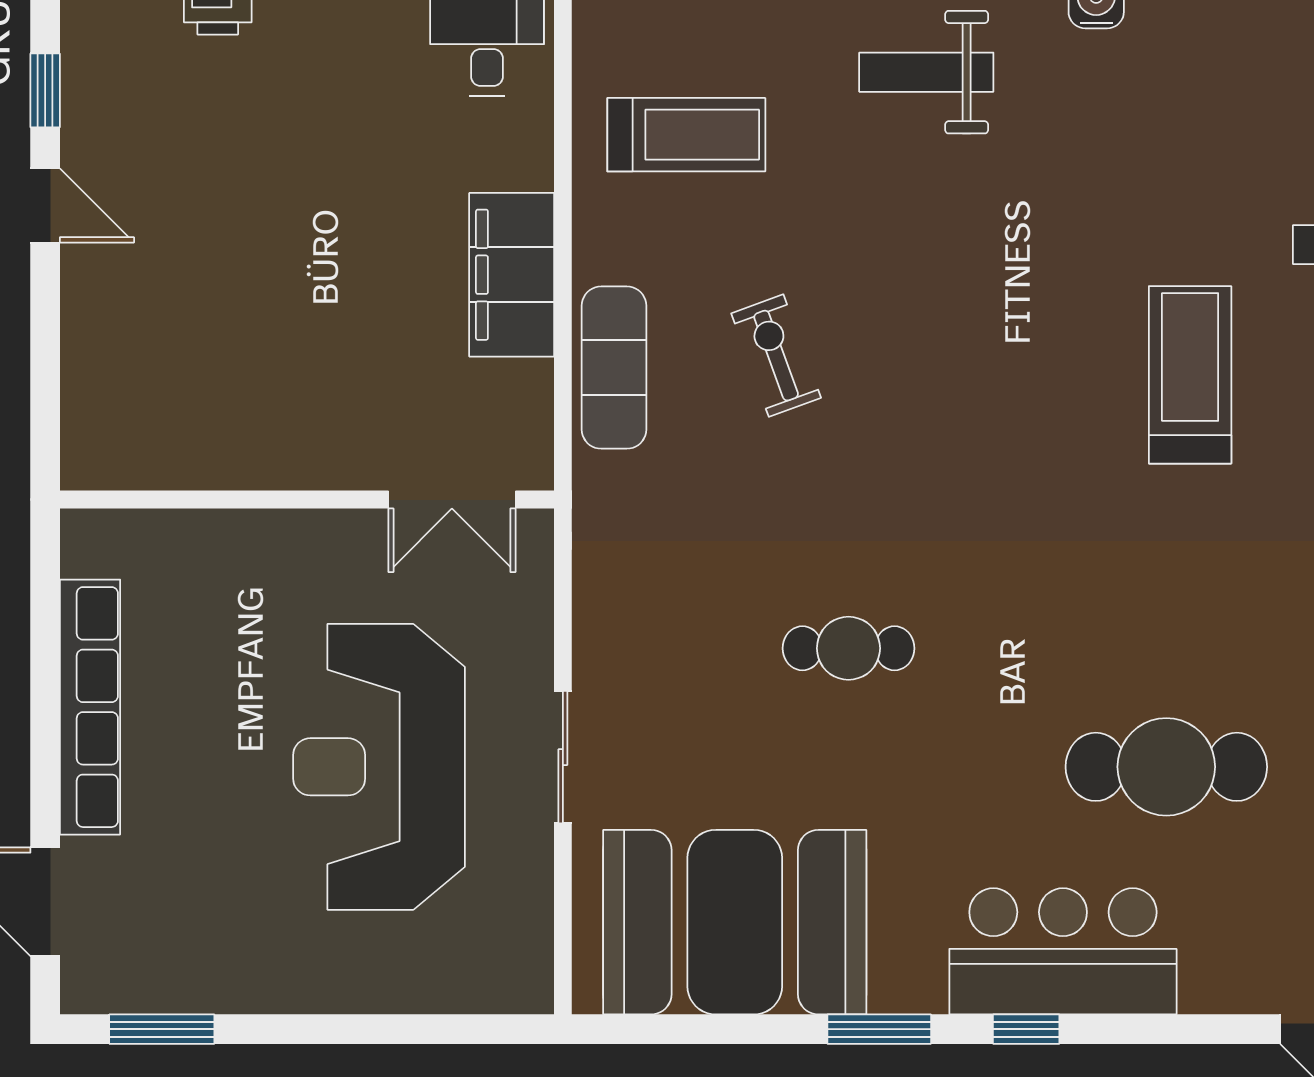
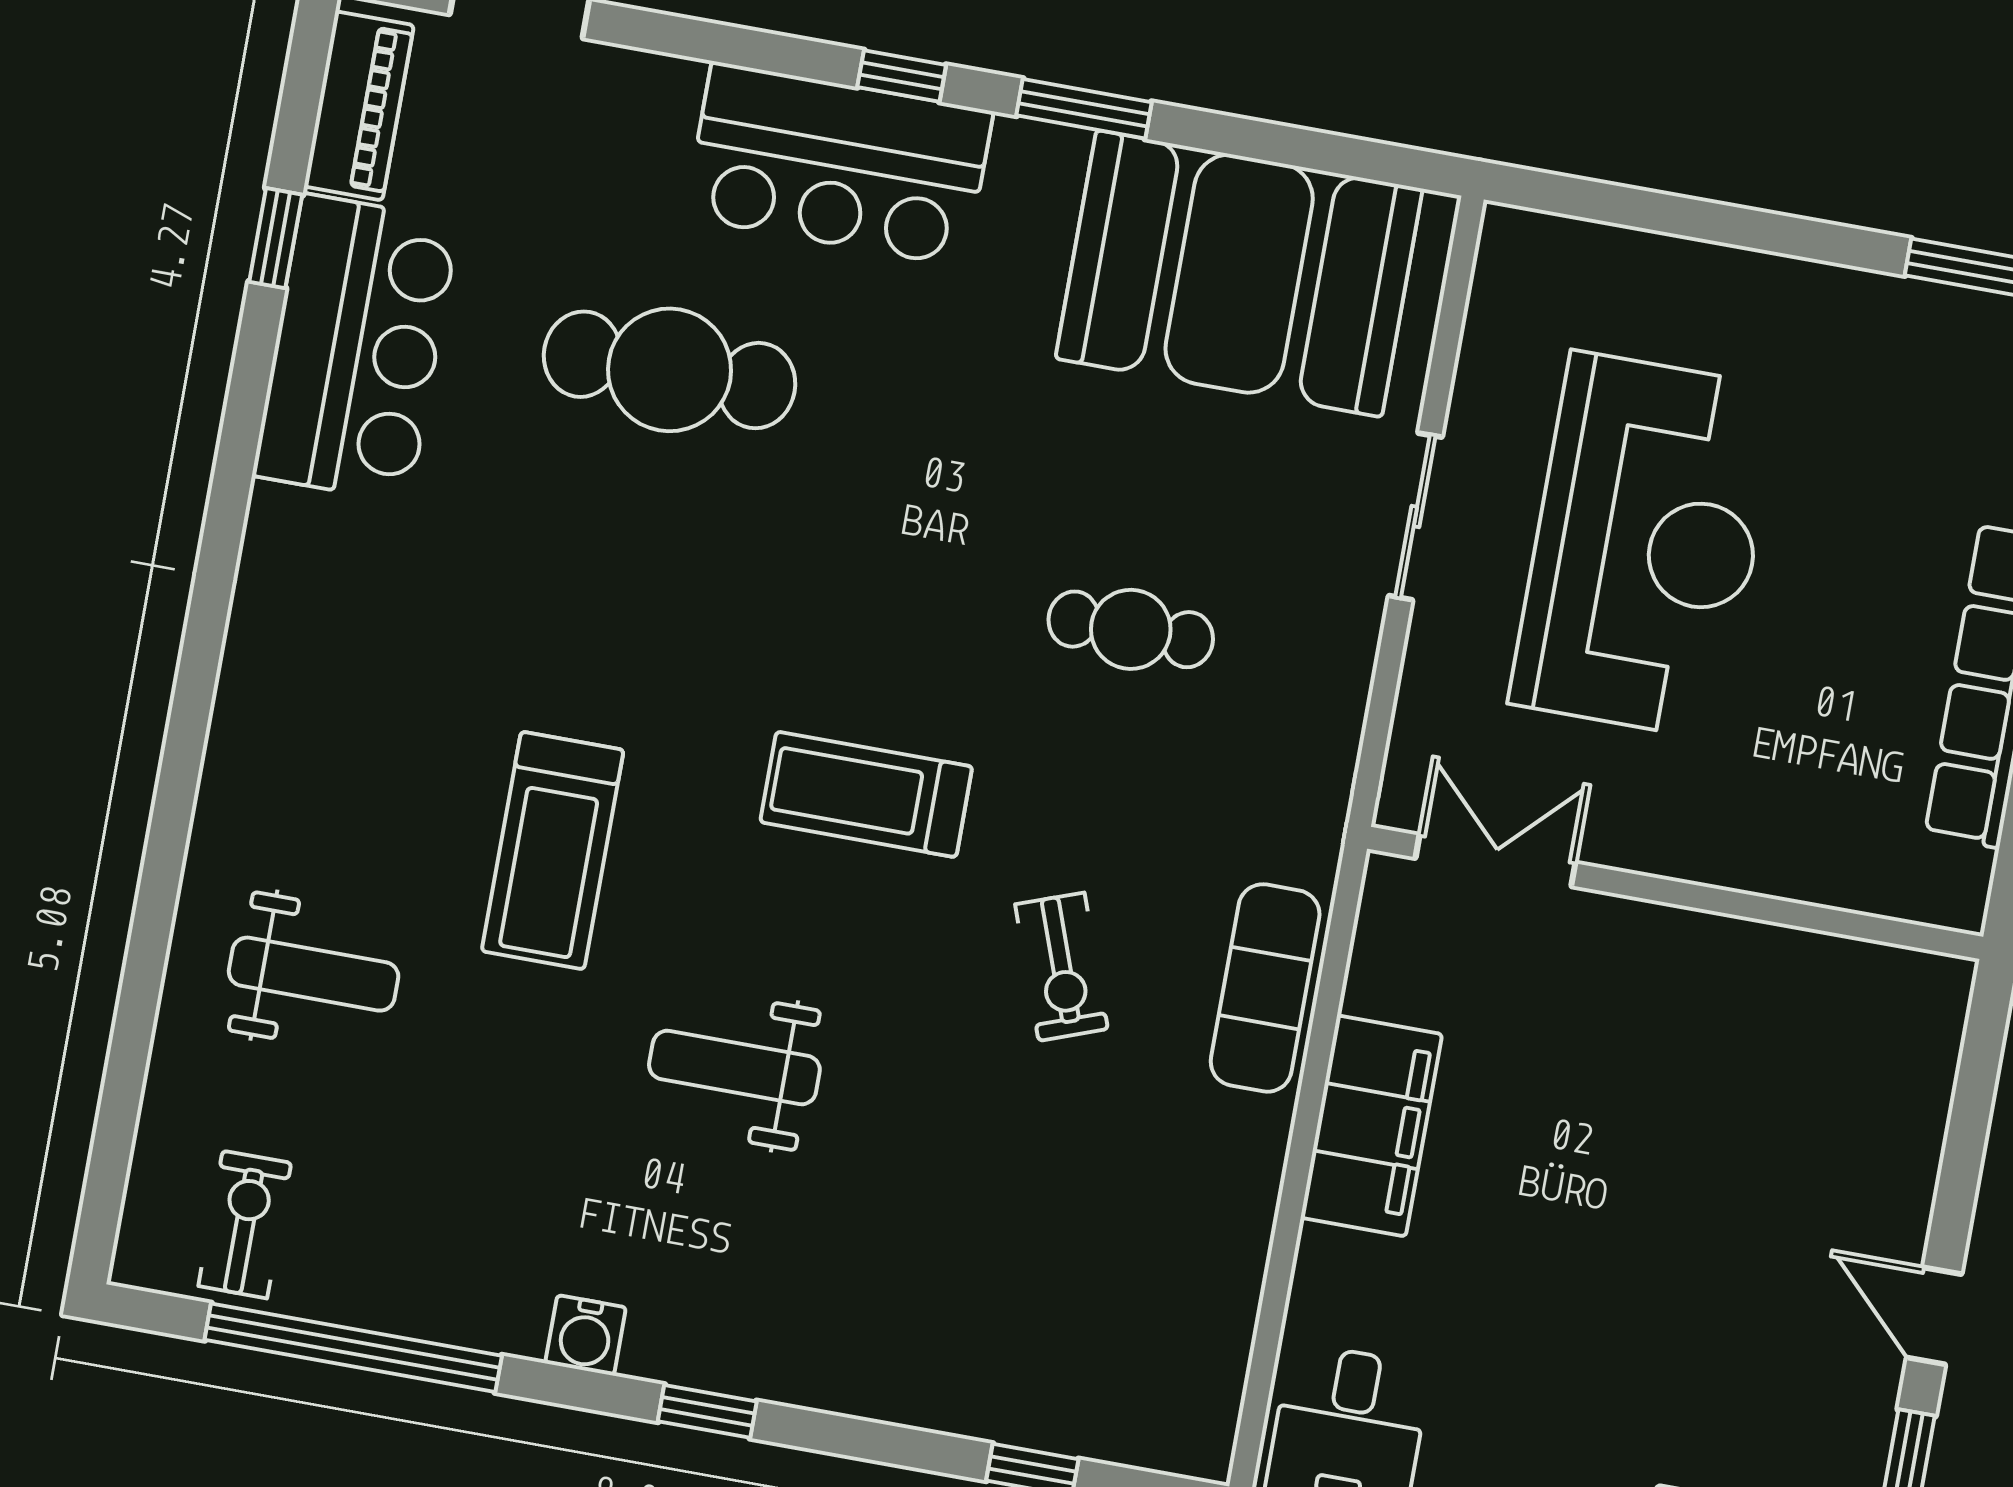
weight bench: (926, 72) -> (734, 1067), moved, turned 180
treadmill: (686, 135) -> (866, 794), moved
cafe table: (848, 648) -> (1131, 629), moved

